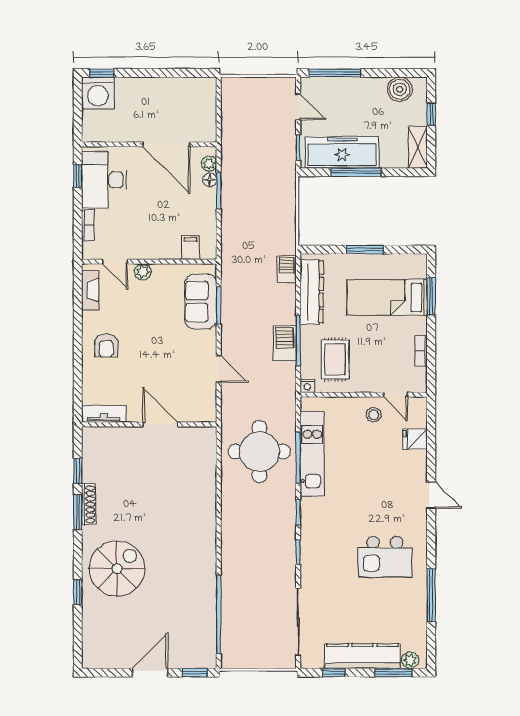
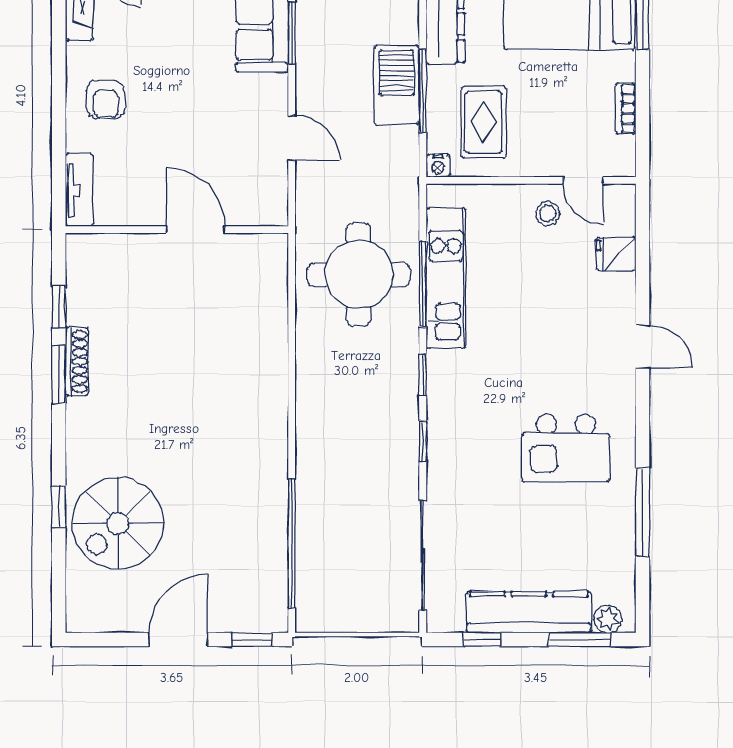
barbecue: (285, 343) -> (397, 85), width x1.37, depth x1.21
tv unit: (104, 414) -> (79, 190), moved, turned 90
spiral stairs: (117, 569) -> (118, 523), moved, turned 180

